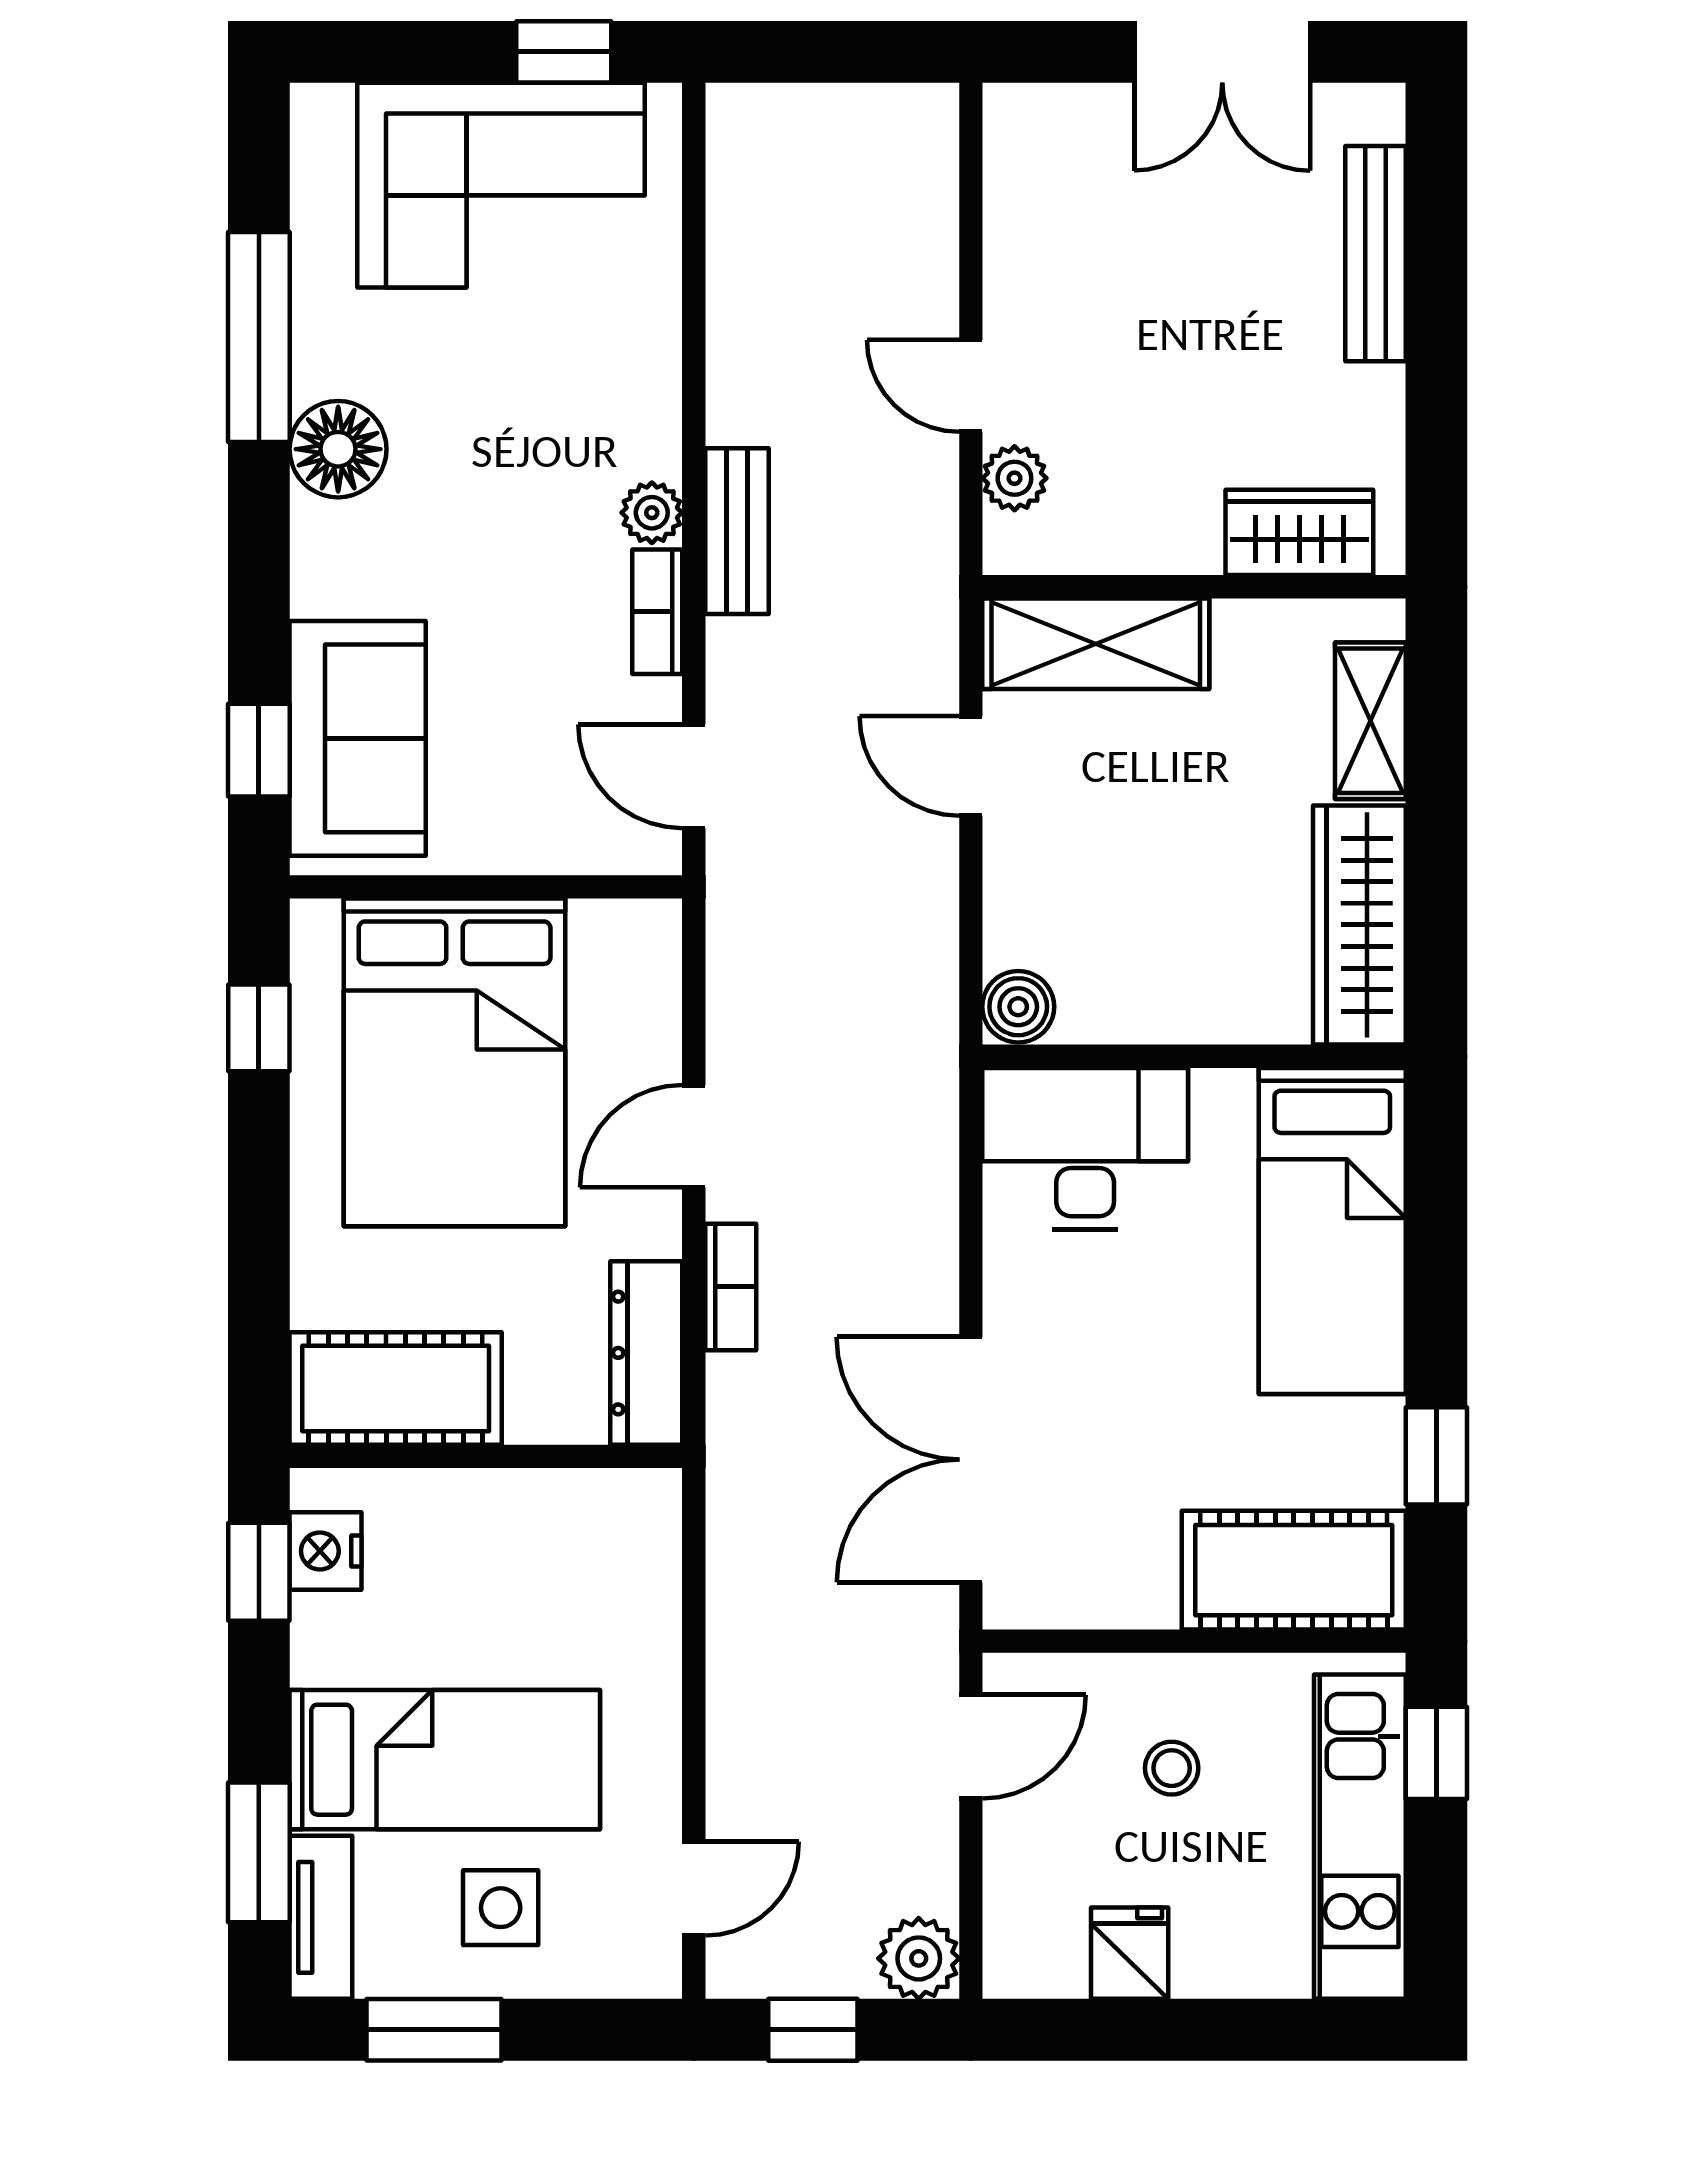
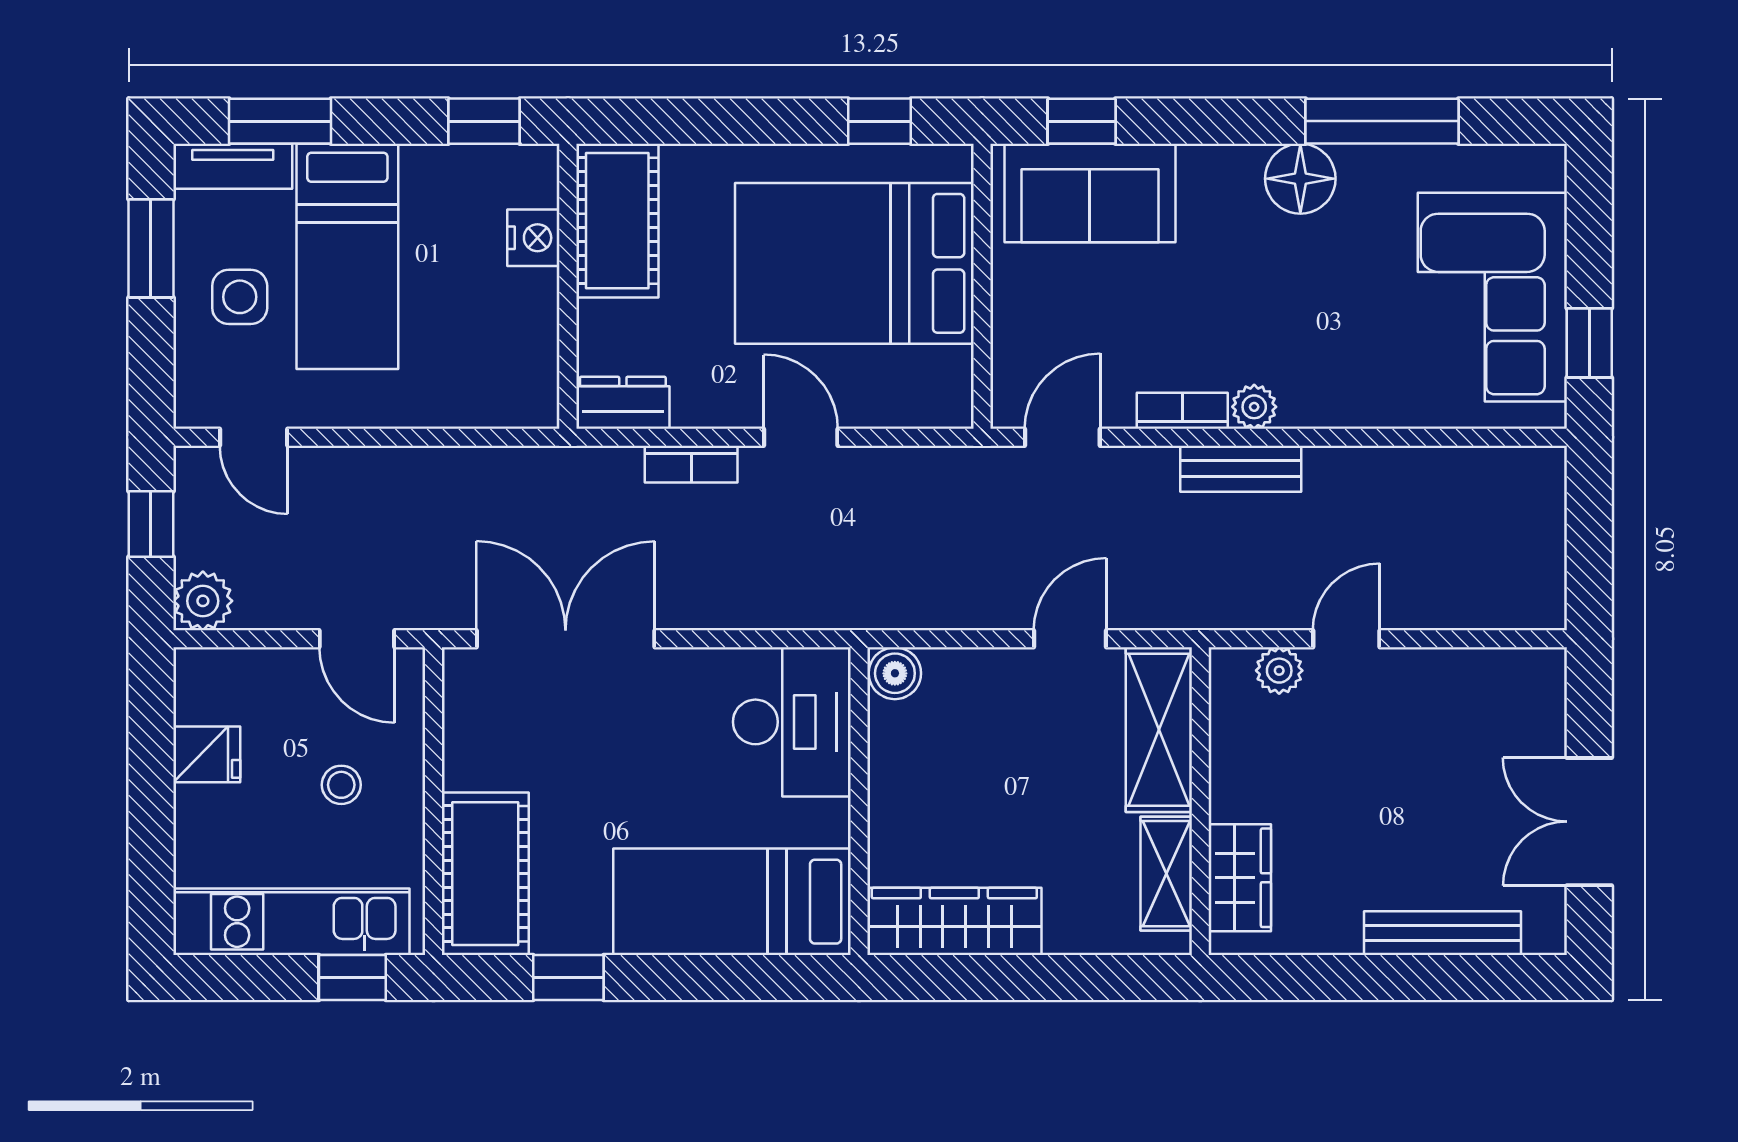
shelving: (1370, 721) -> (1166, 874), moved, turned 90
dresser: (646, 1353) -> (623, 403), width x0.70
nightstand: (326, 1551) -> (533, 238), moved, turned 90

